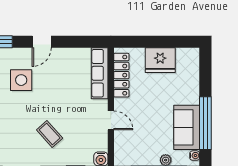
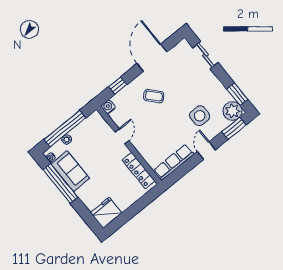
fridge: (160, 60) -> (106, 213), moved
row of seats: (100, 73) -> (174, 162), moved, turned -90
door: (111, 120) -> (122, 136), swing flipped

